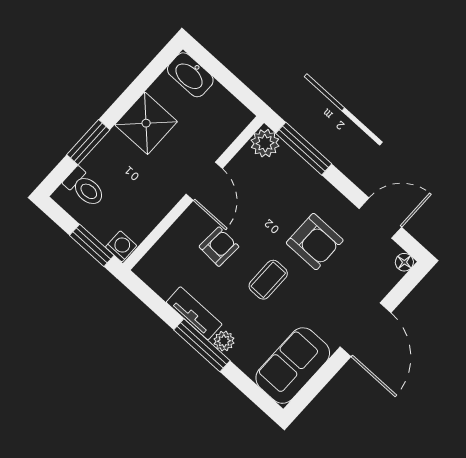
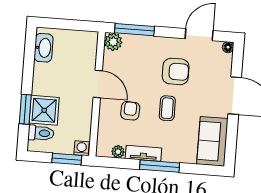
washbasin: (190, 75) -> (44, 48), moved, turned -90
shower: (146, 123) -> (44, 110), moved
plant: (224, 341) -> (118, 152), moved

